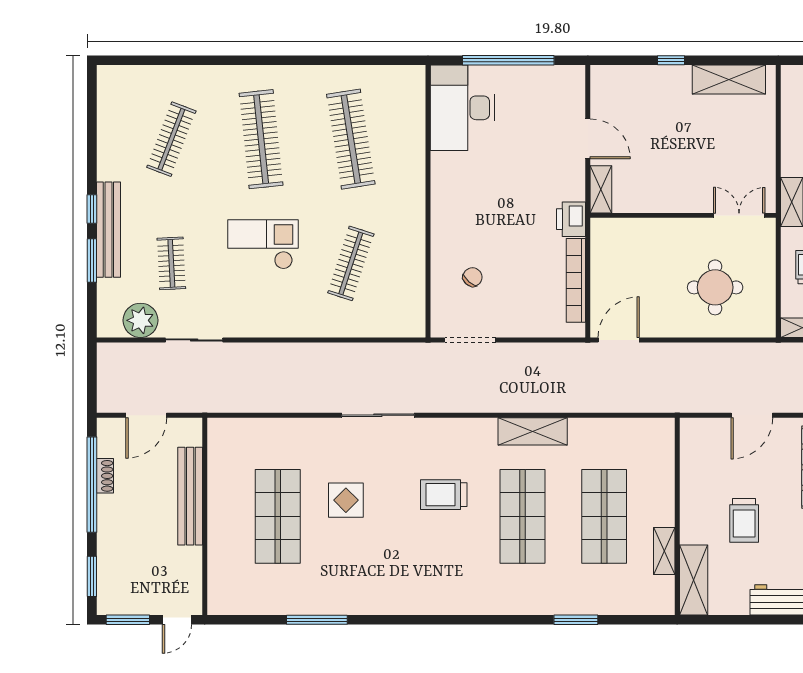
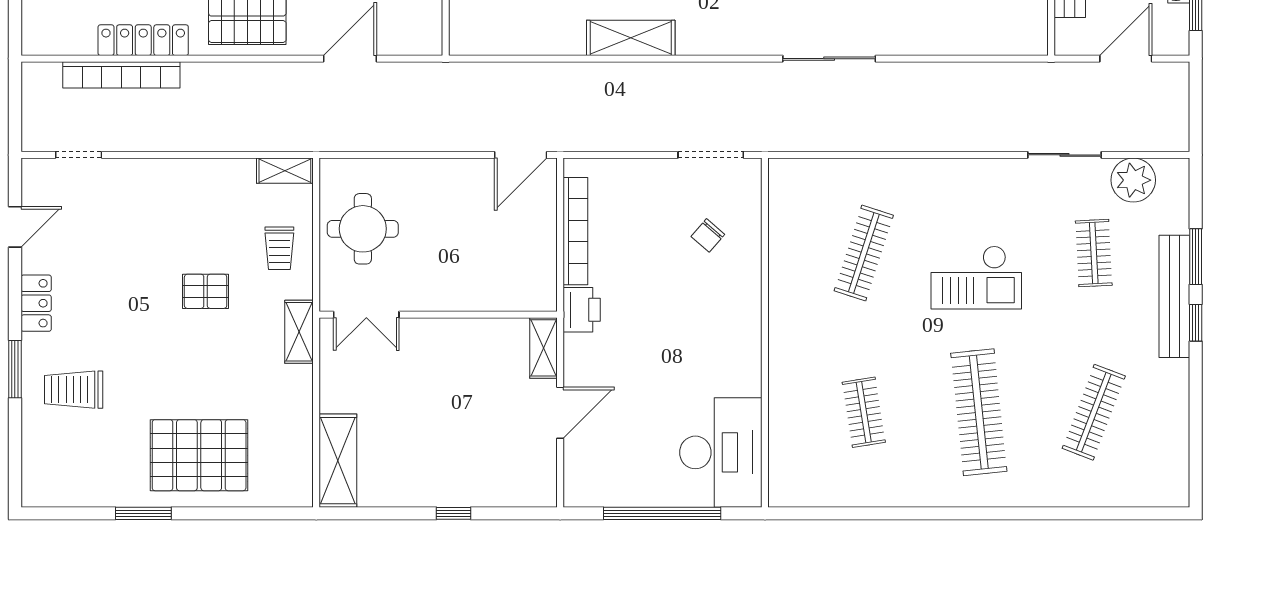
shelving: (729, 80) -> (338, 461), moved, turned 90
clothes rail: (351, 139) -> (864, 412), width x0.54, depth x0.76
door: (588, 139) -> (560, 413), swing flipped
round table: (715, 287) -> (363, 229), moved

